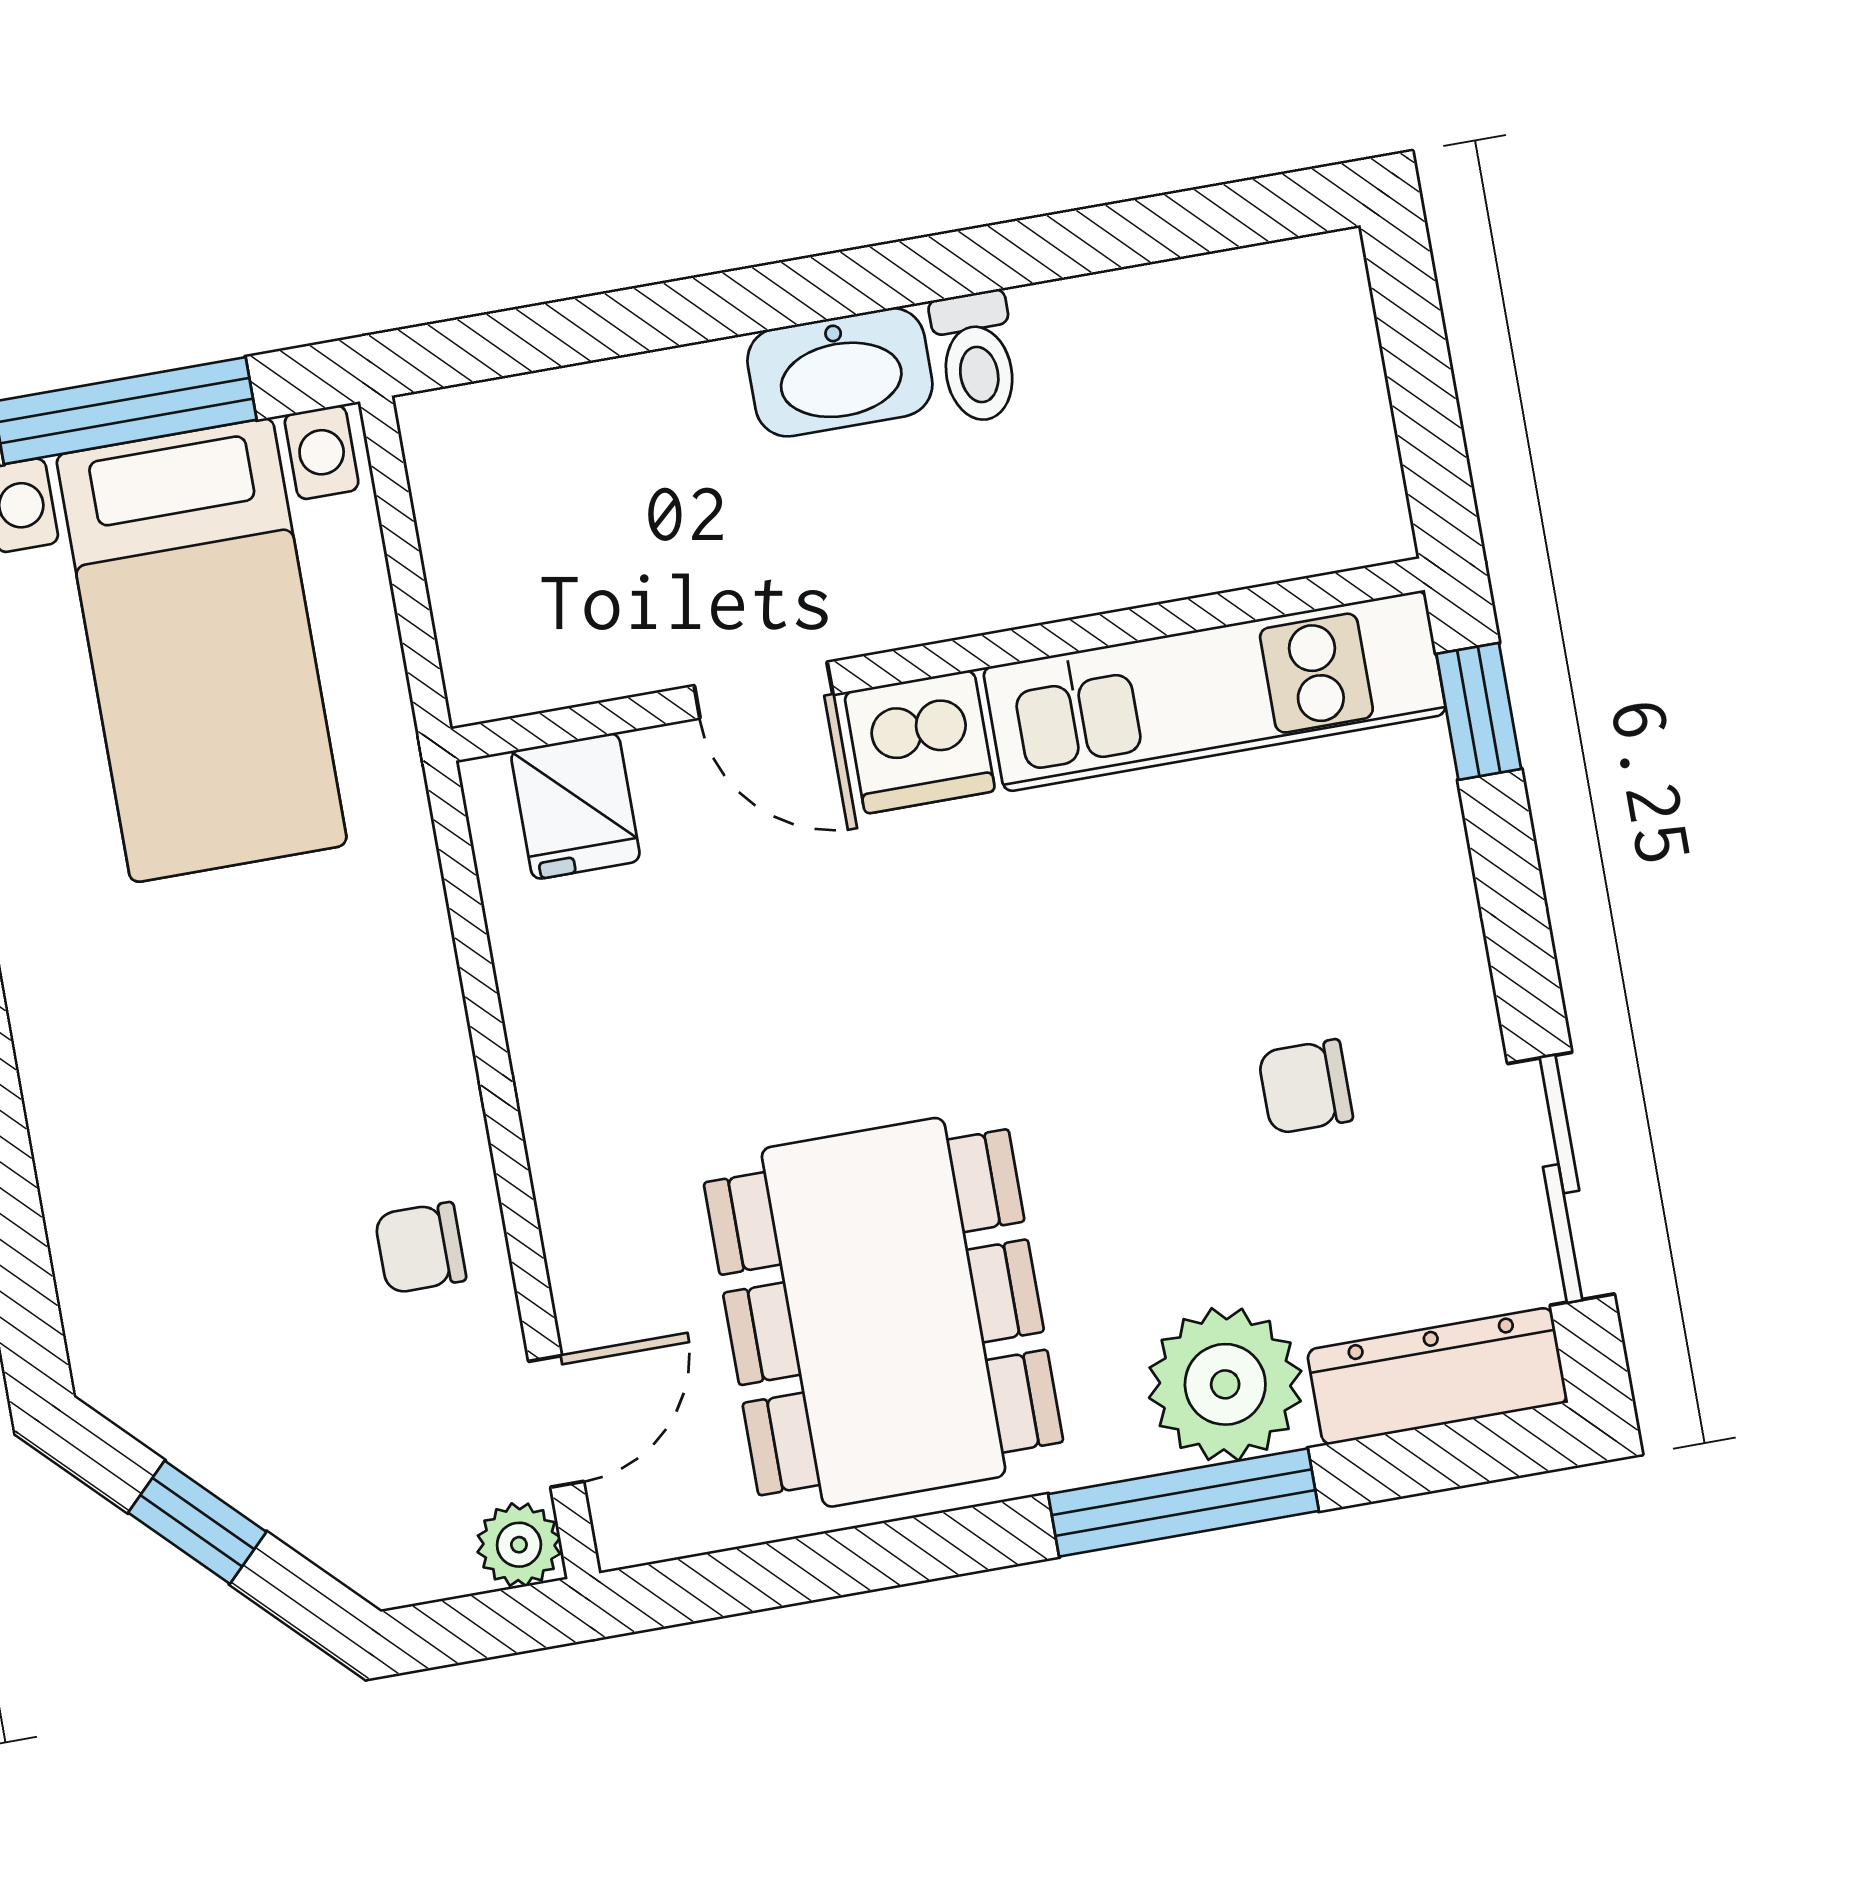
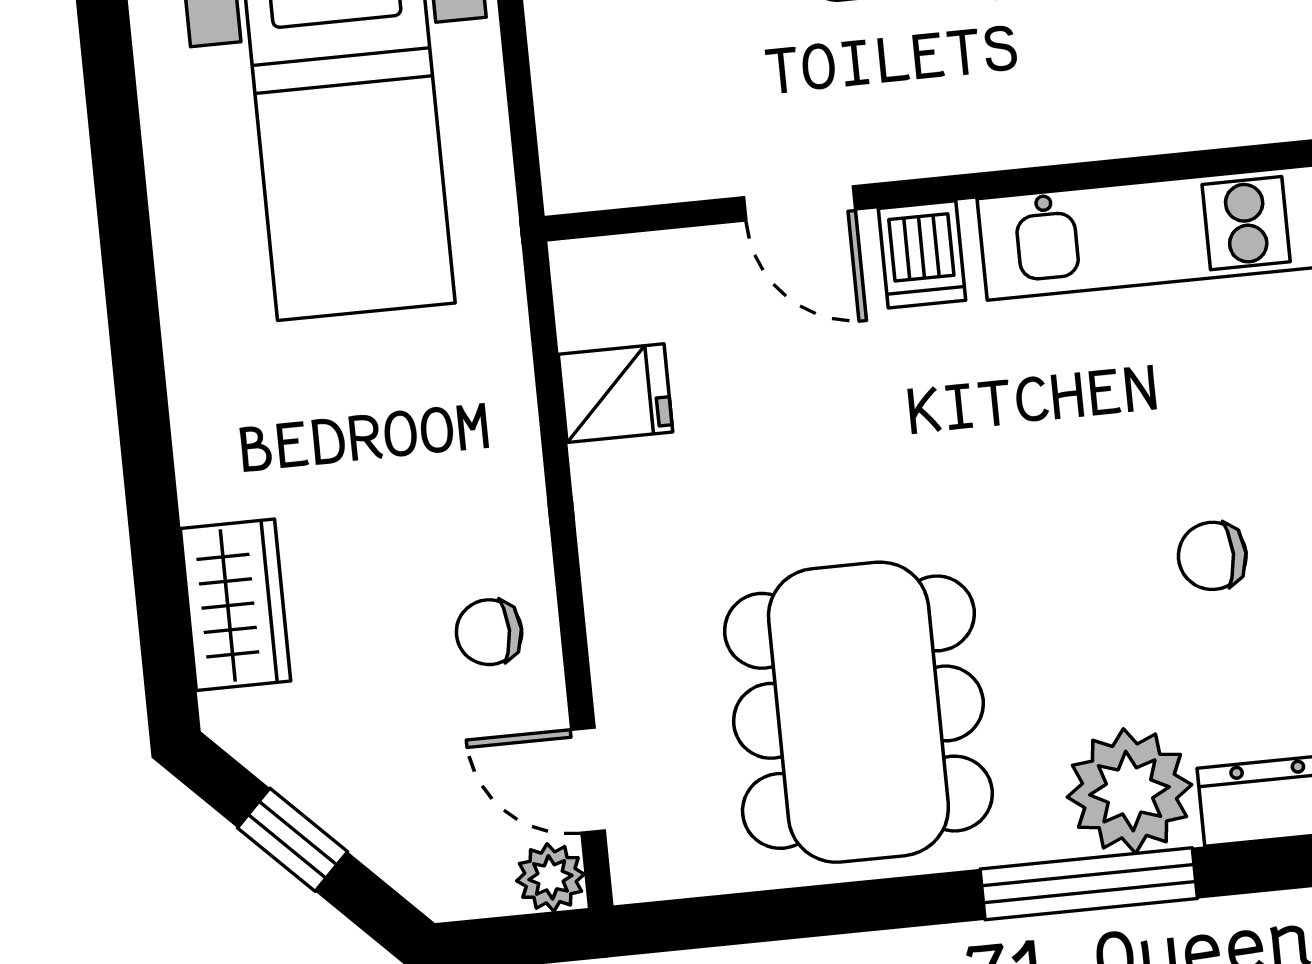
dishwasher: (919, 742) -> (922, 254), width x0.73
fridge: (575, 806) -> (616, 393), moved, turned -90
wardrobe: (105, 1238) -> (235, 605), added
door: (556, 1421) -> (588, 780), swing flipped

